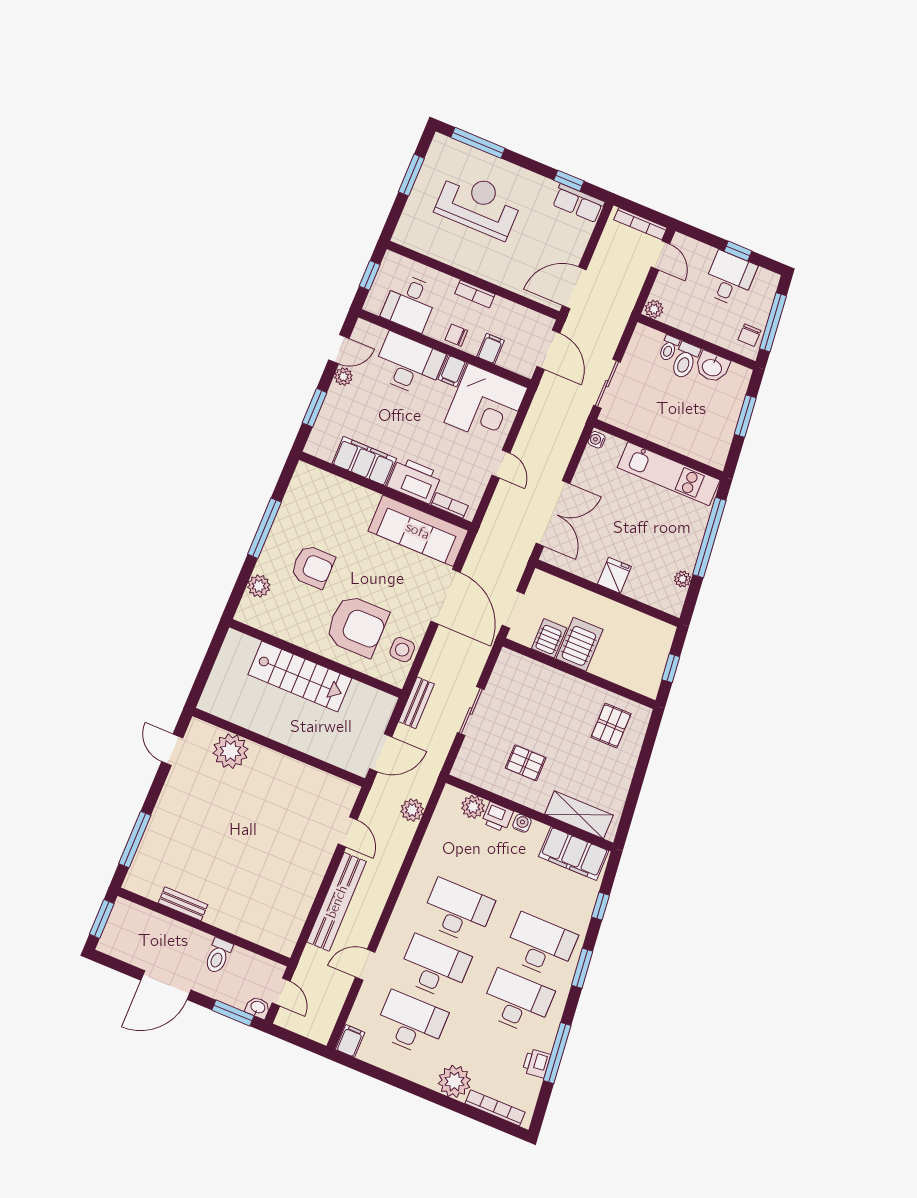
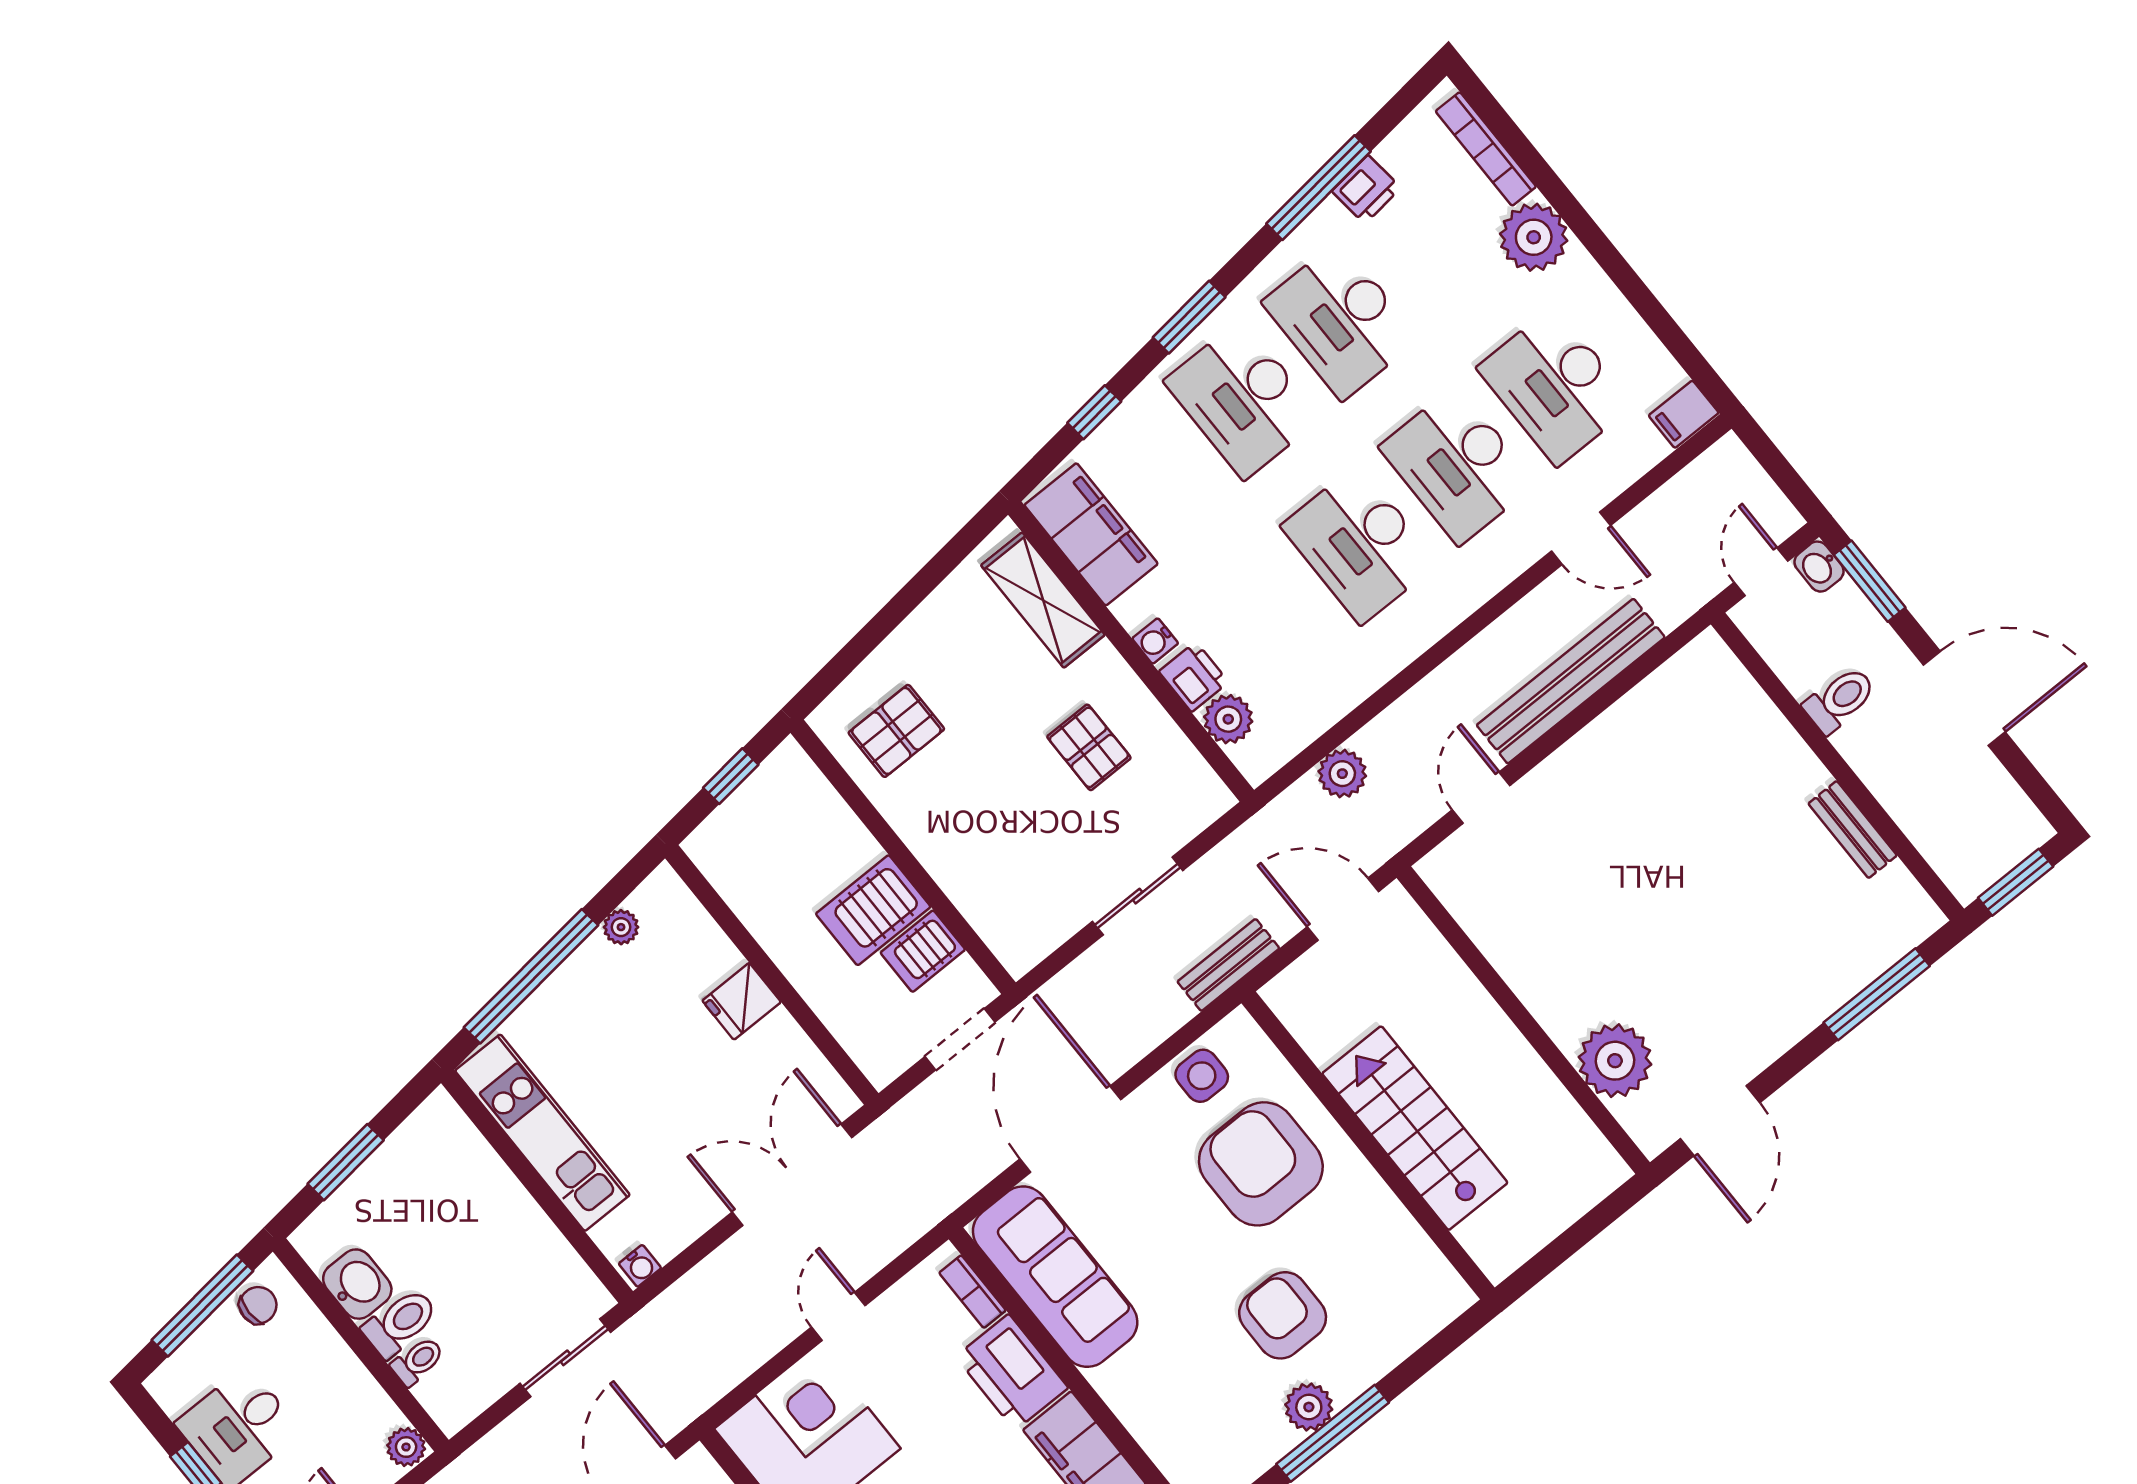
plant: (259, 586) -> (1309, 1407), moved
door: (172, 750) -> (1720, 1121), width x1.38

